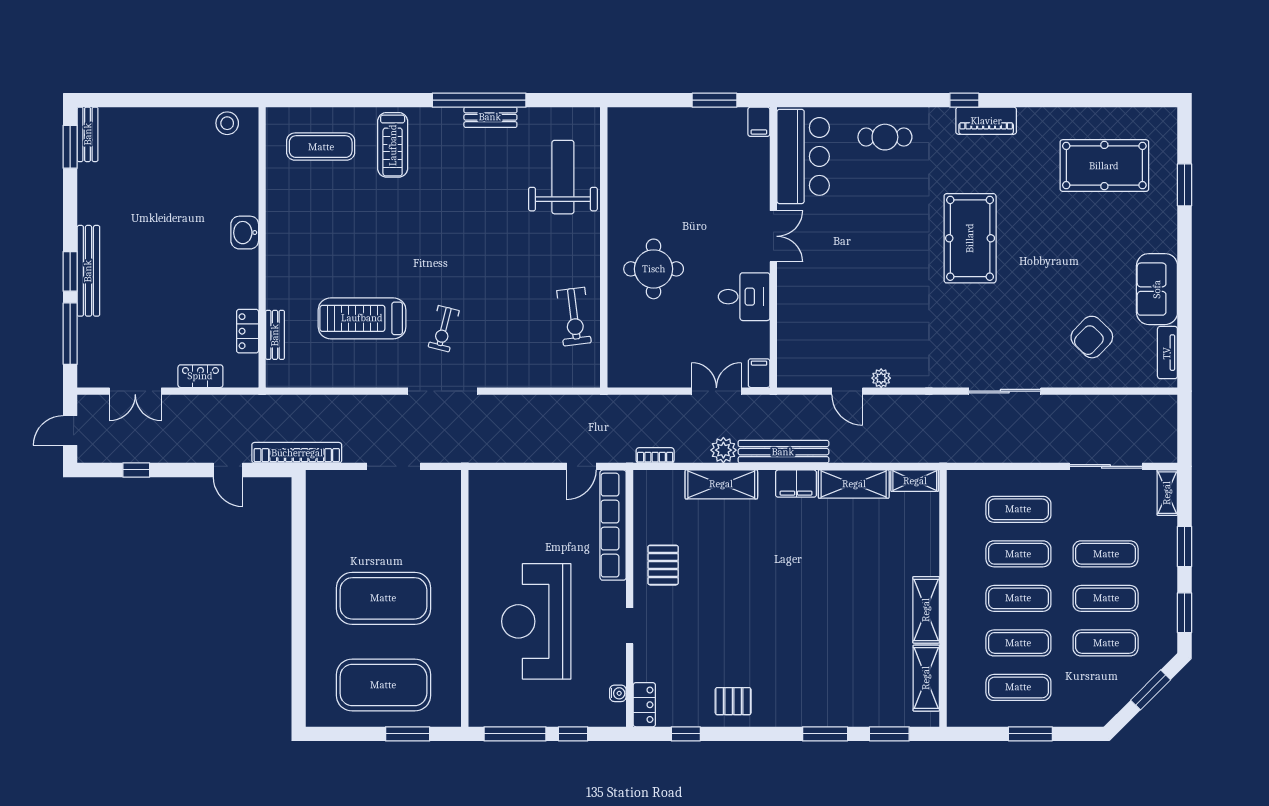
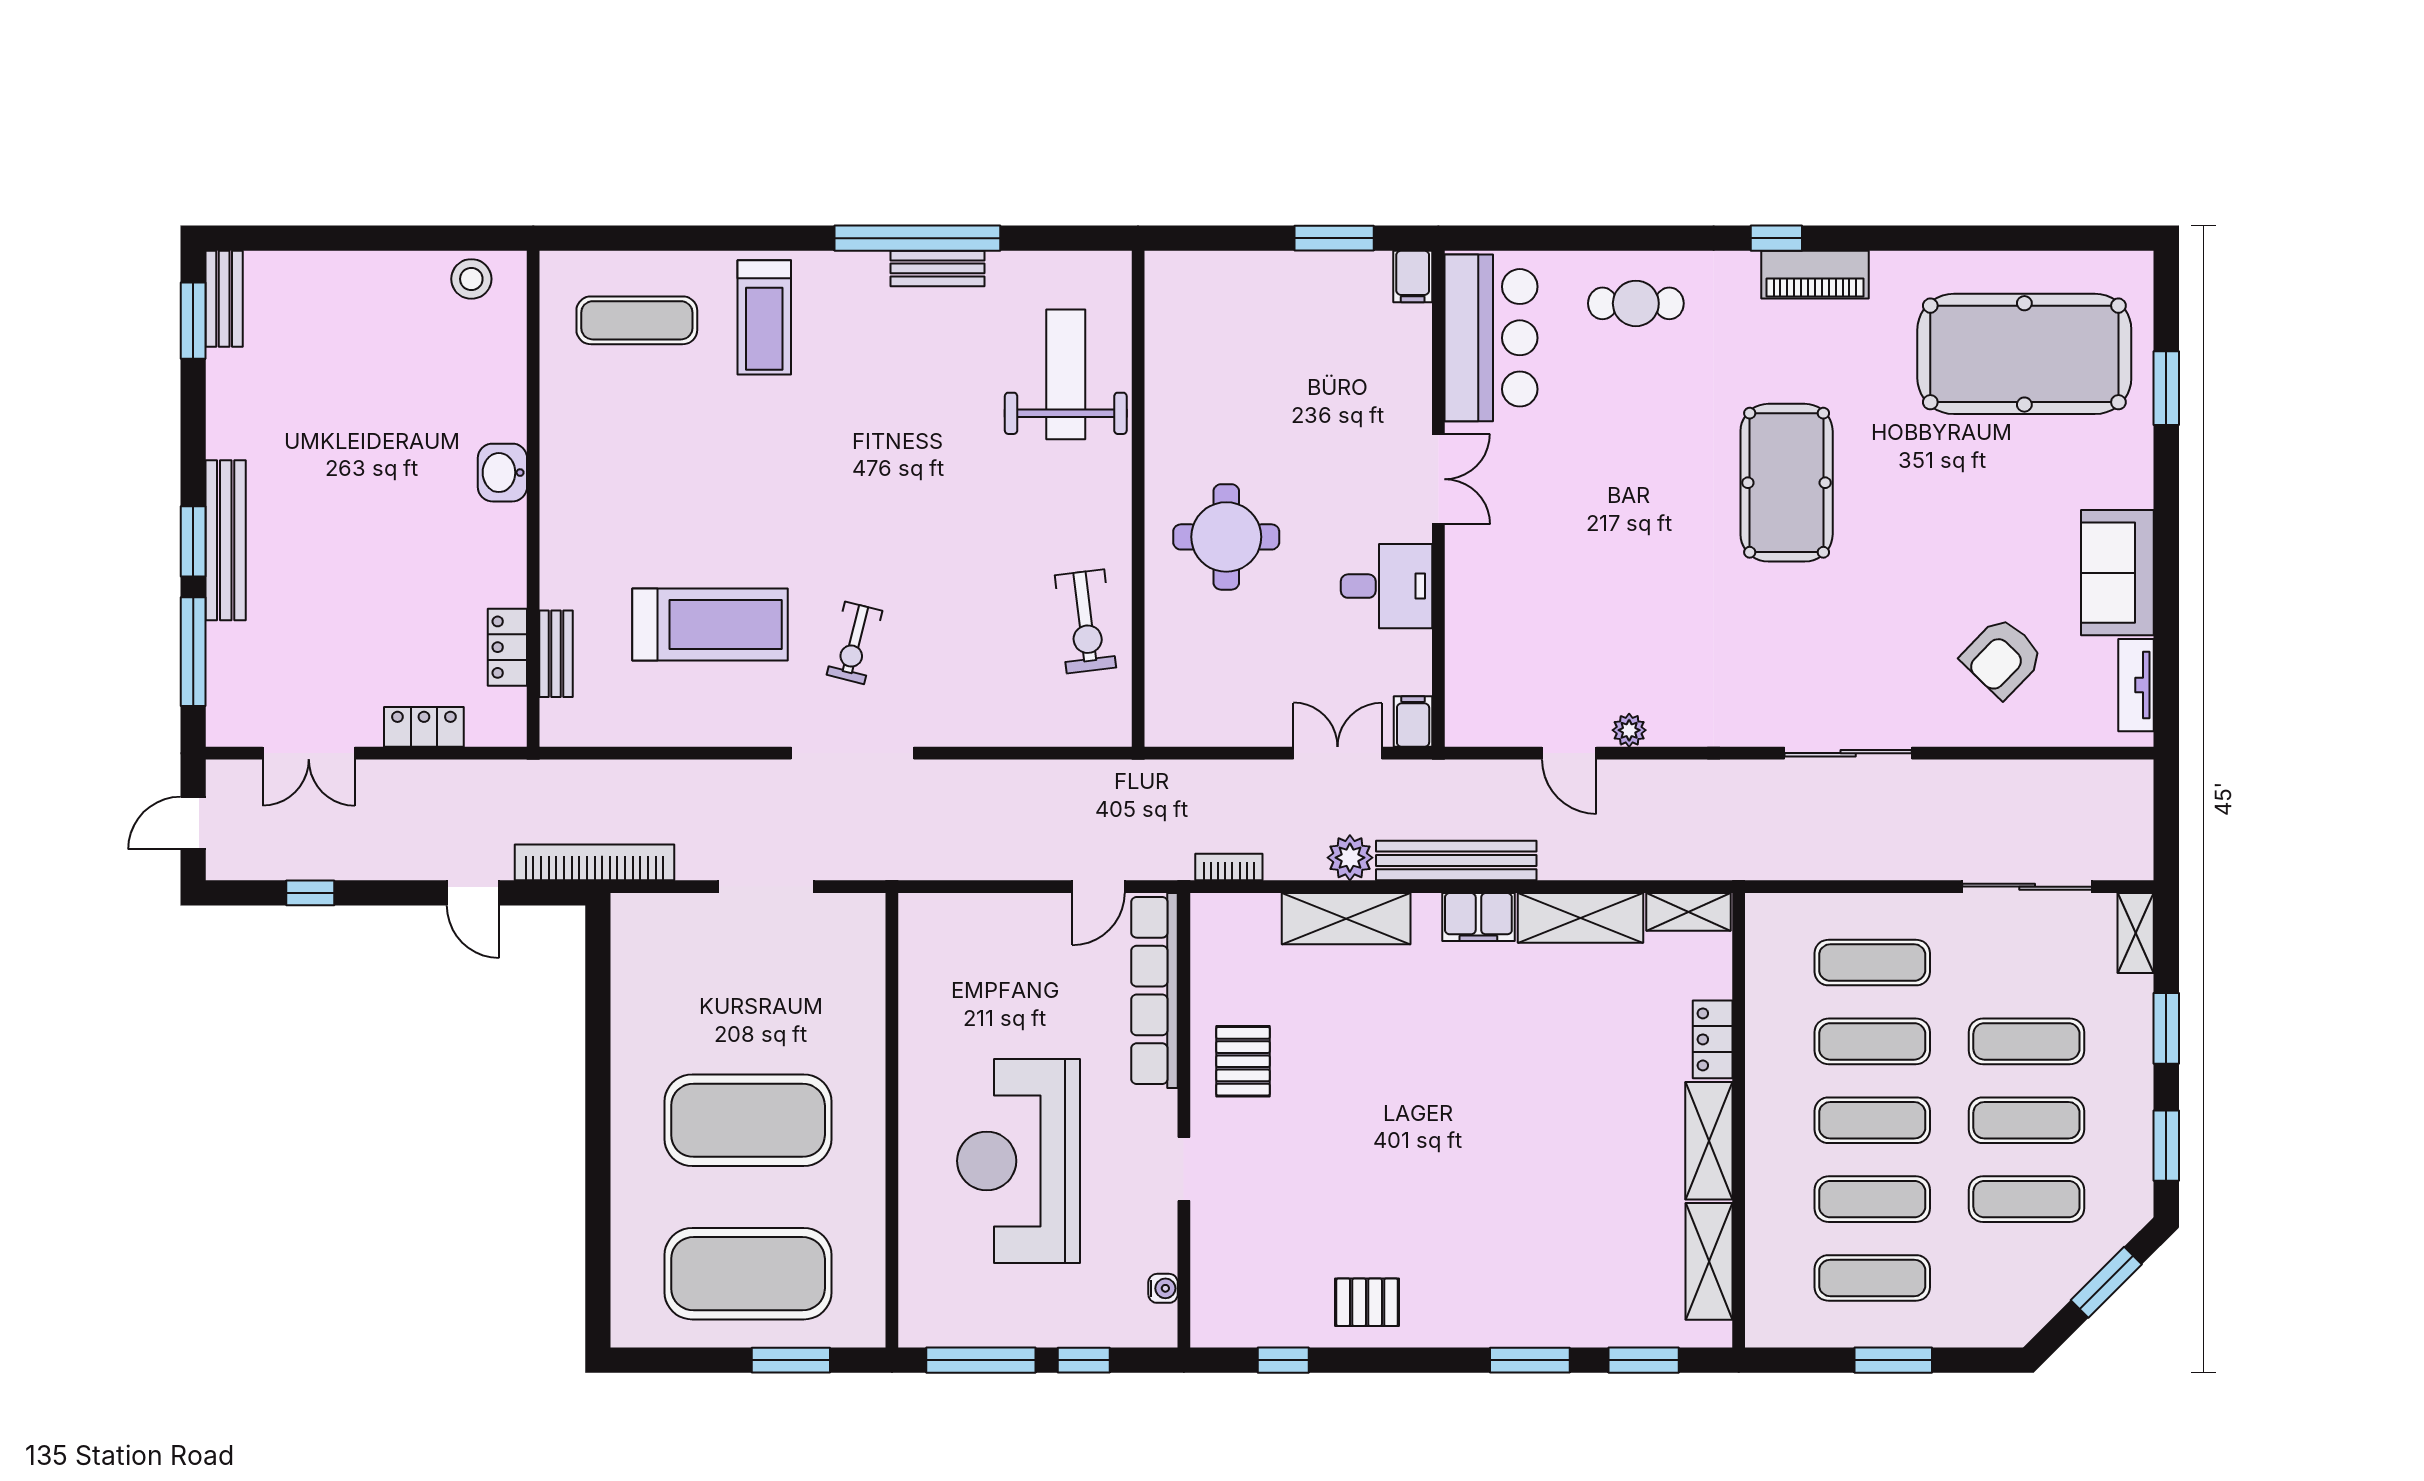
pool table: (1104, 166) -> (2024, 354), width x1.36, depth x1.32
treadmill: (362, 318) -> (710, 625), turned 180
locker: (644, 705) -> (1713, 1039), moved, turned 180

